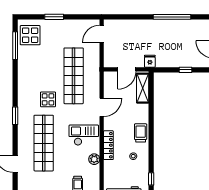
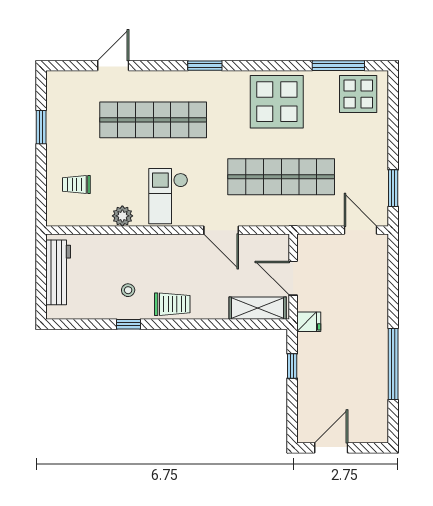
window: (54, 17) -> (393, 188), moved
window: (185, 70) -> (292, 366), moved
display table: (48, 99) -> (277, 102), moved, width x1.86, depth x1.86
checkout: (84, 135) -> (168, 196), turned 180
locker: (108, 145) -> (149, 243), removed
window: (151, 179) -> (128, 324), moved

